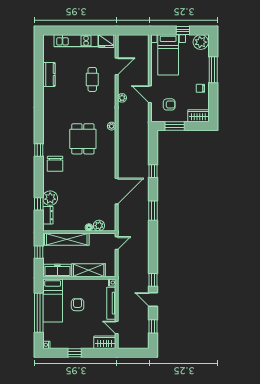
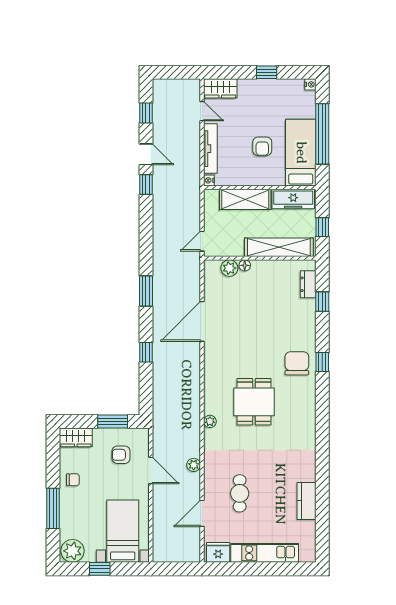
window: (39, 150) -> (322, 362), moved
plant: (50, 198) -> (304, 310), removed

